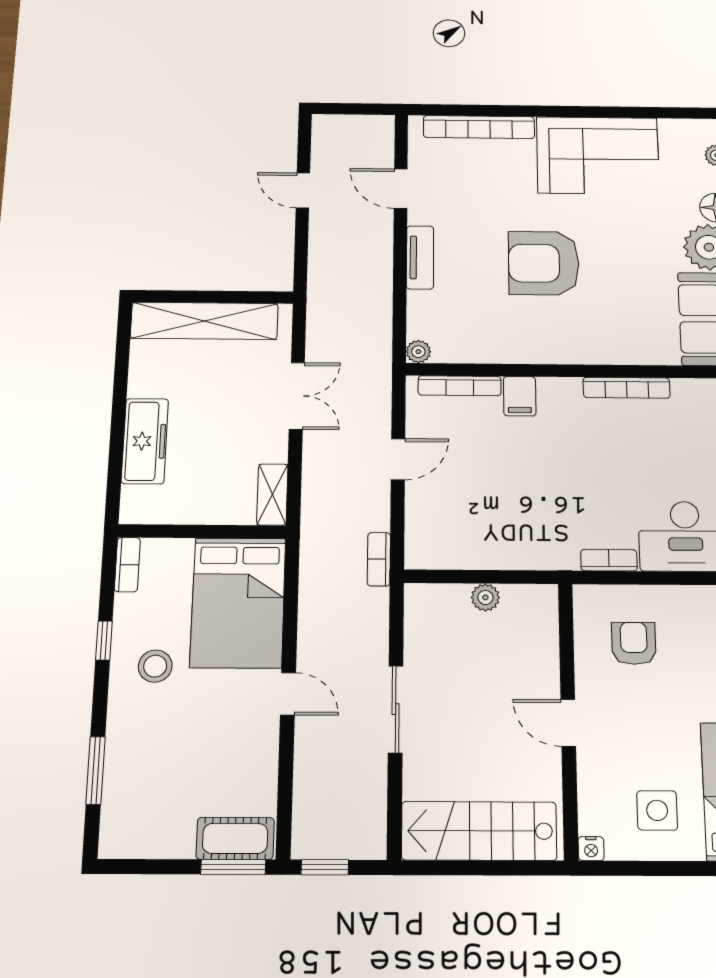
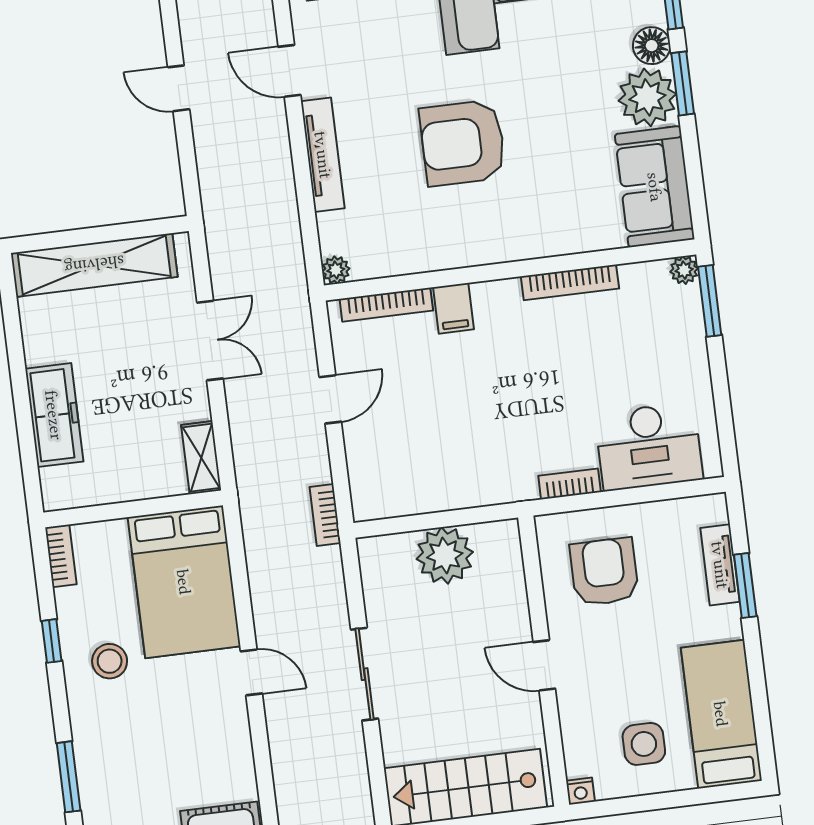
tv unit: (420, 257) -> (323, 155), width x1.41
plant: (485, 597) -> (445, 555), width x1.88, depth x1.88
armchair: (634, 643) -> (604, 572), width x1.38, depth x1.38

